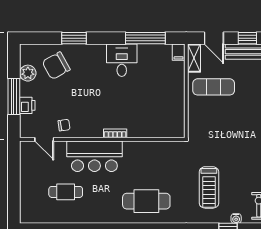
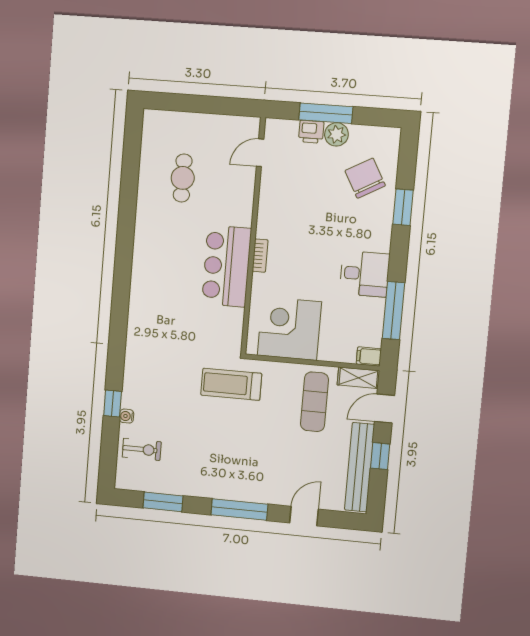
plant: (28, 73) -> (336, 134), moved
corner desk: (164, 109) -> (289, 329), added
chair: (64, 125) -> (278, 183), removed
bar counter: (94, 156) -> (227, 266), moved
treadmill: (209, 187) -> (231, 384), moved
cafe table: (146, 201) -> (161, 292), removed

